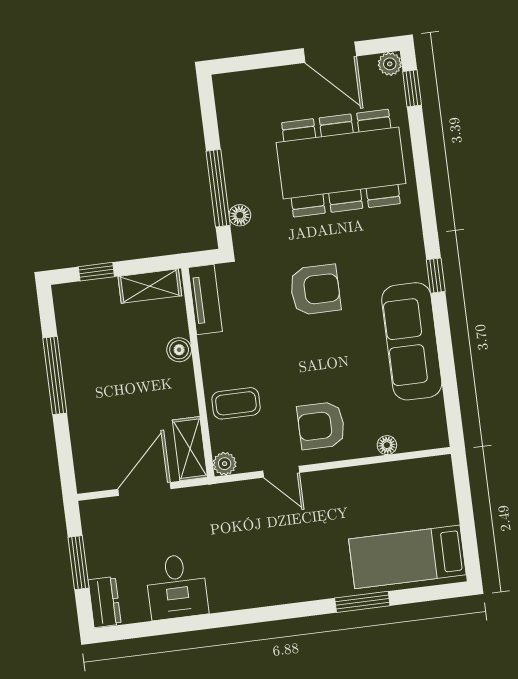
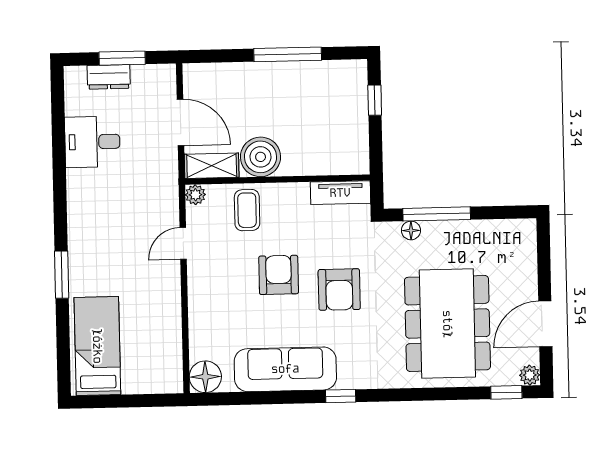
shelving: (150, 286) -> (357, 145), removed
boiler: (179, 350) -> (261, 157), moved, width x1.86, depth x1.86
armchair: (321, 426) -> (279, 275), moved
floor lamp: (387, 445) -> (205, 377), moved, width x1.89, depth x1.89
dresser: (105, 602) -> (109, 77), moved
window: (362, 602) -> (62, 275), moved

